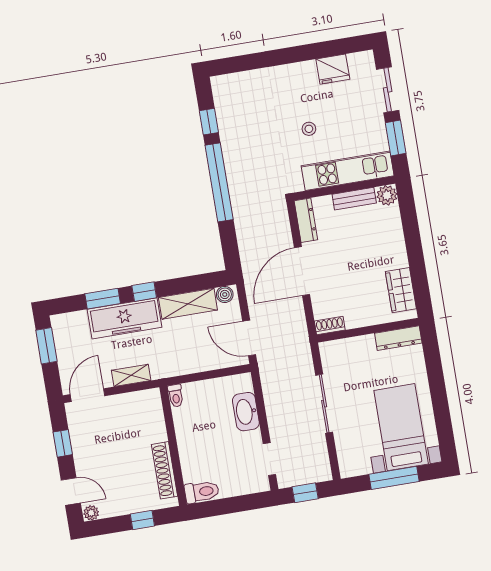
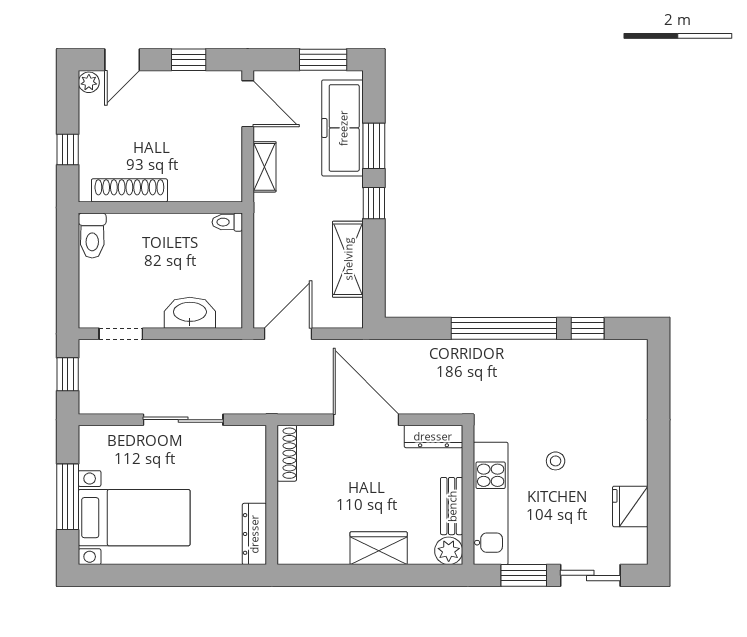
wardrobe: (401, 290) -> (379, 548), moved
boiler: (225, 294) -> (352, 311), removed
freezer: (124, 318) -> (343, 128), moved
shoe rack: (330, 325) -> (287, 453), width x1.43

